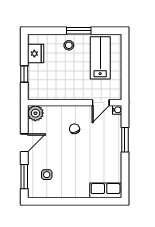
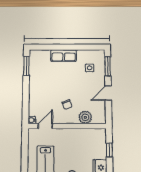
plant: (35, 113) -> (85, 117), moved
window: (125, 140) -> (26, 66), moved
row of seats: (106, 190) -> (64, 56), moved

